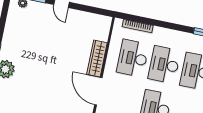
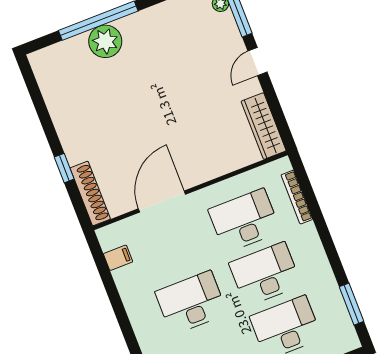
wardrobe: (97, 59) -> (264, 126), moved, turned -90

